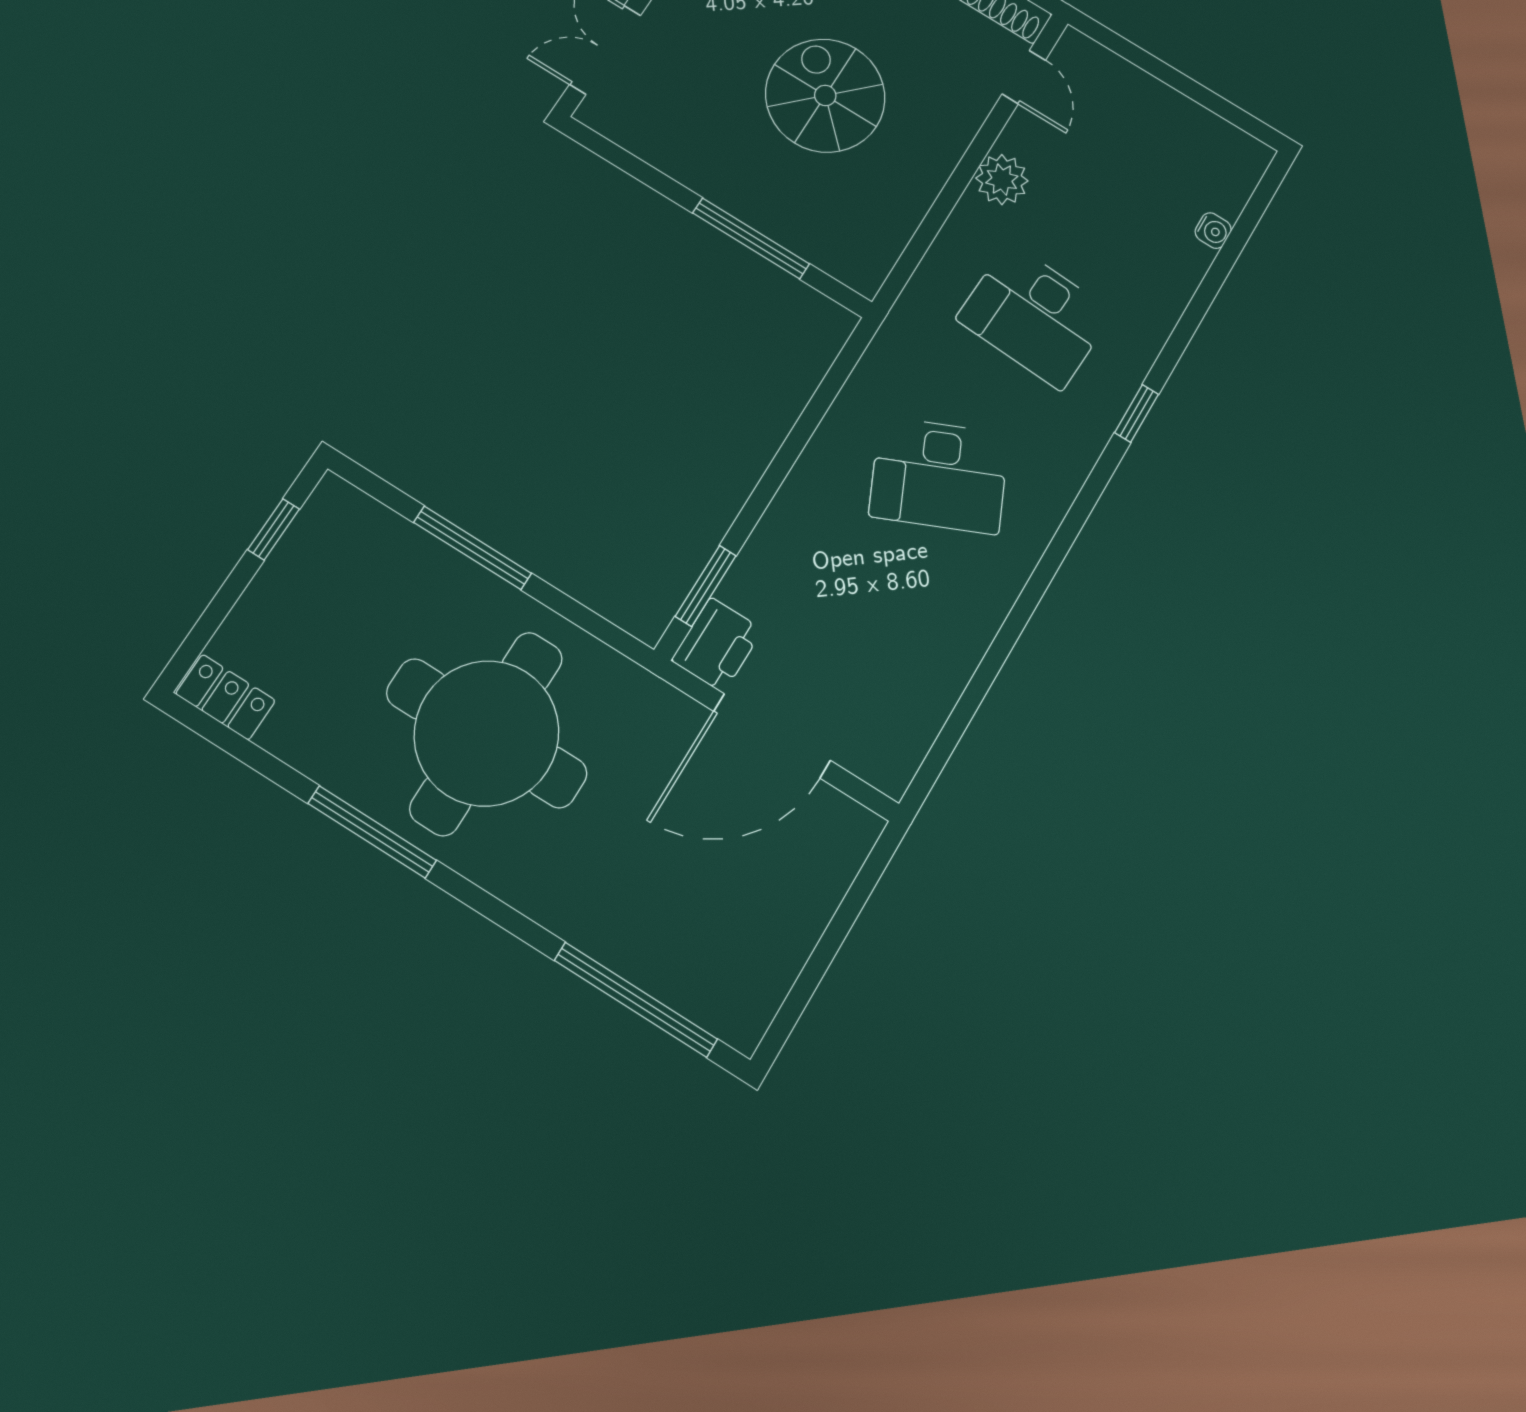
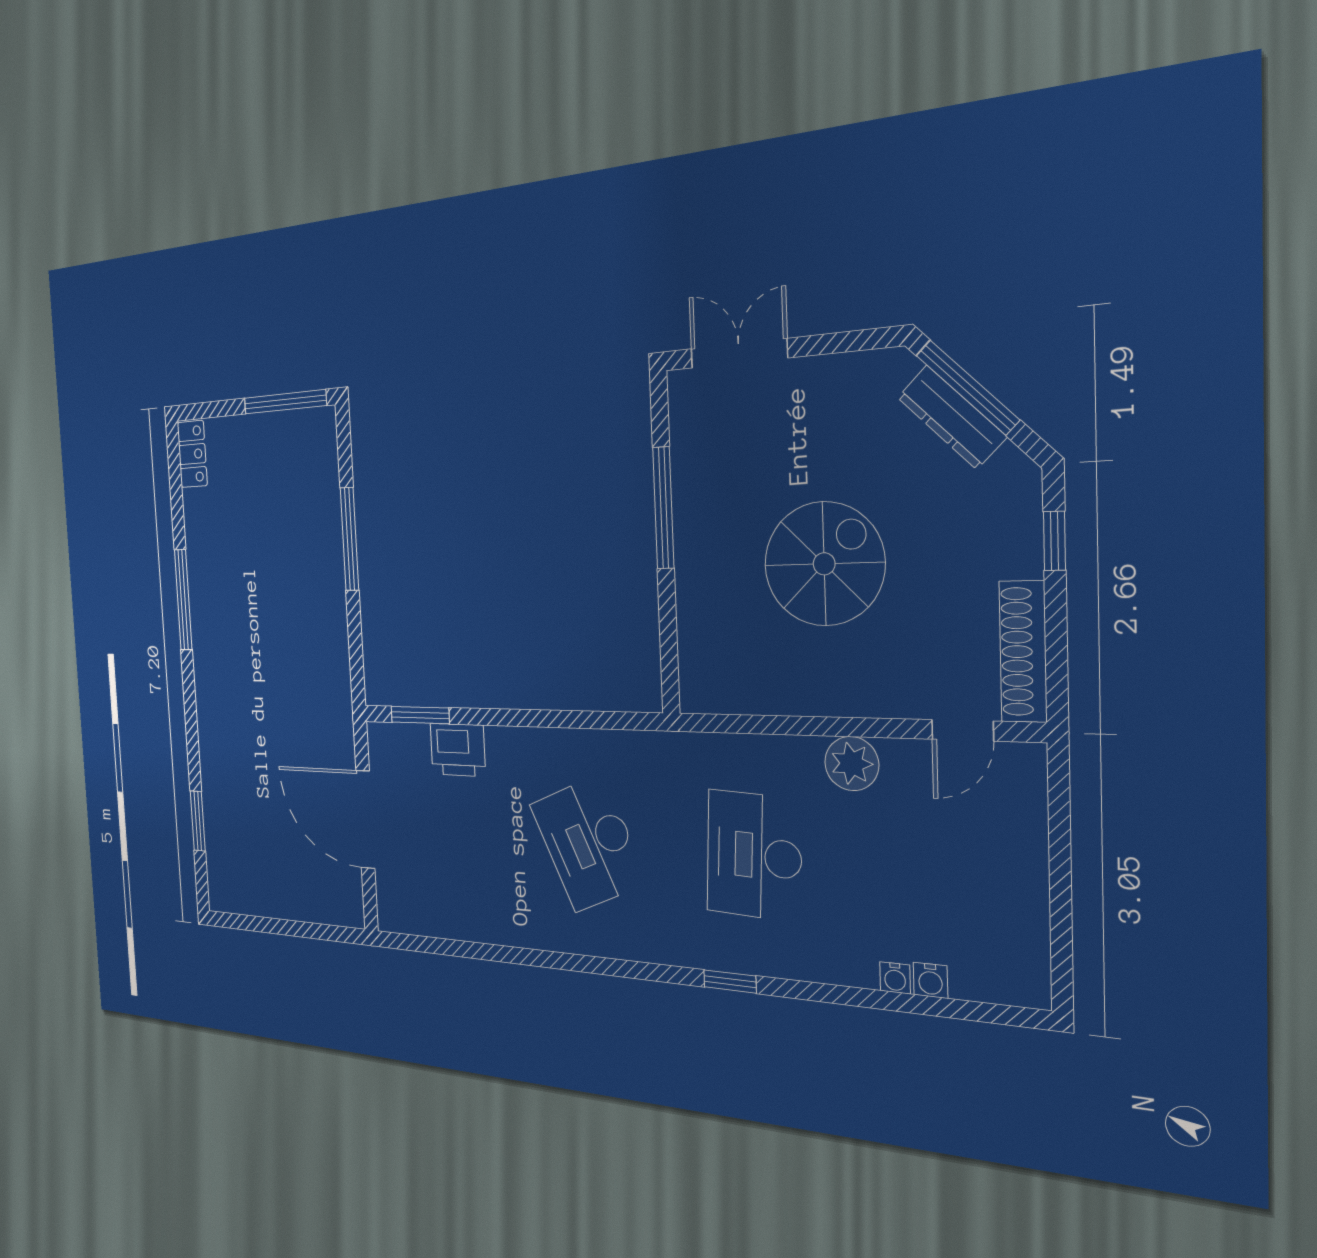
window: (751, 238) -> (663, 508), moved
water cooler: (1198, 259) -> (895, 978), added
window: (274, 529) -> (285, 402), width x2.17
printer: (717, 645) -> (458, 750), moved
round table: (487, 733) -> (264, 630), removed
window: (636, 1000) -> (198, 821), width x0.47

